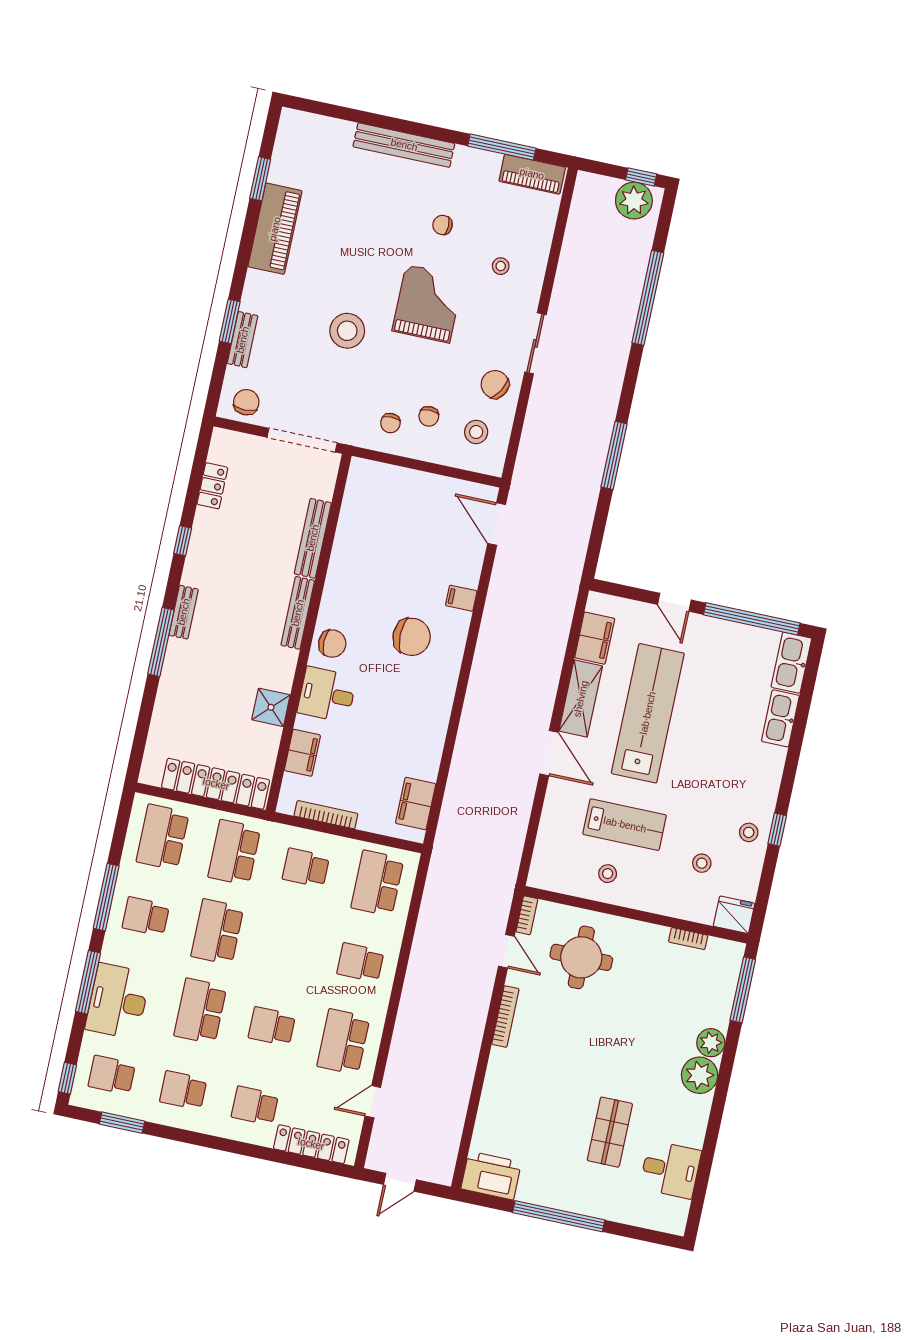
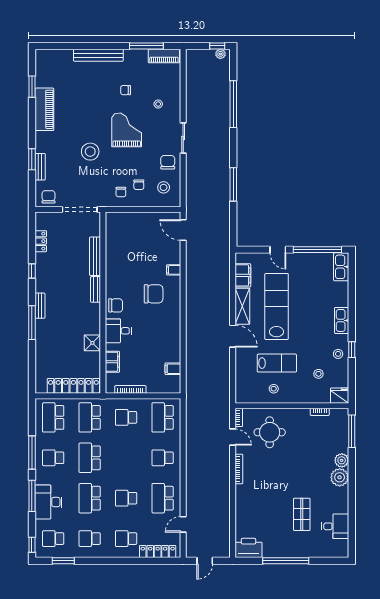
plant: (634, 201) -> (220, 54), width x0.53, depth x0.53
chair: (495, 384) -> (168, 162), turned 59
bench: (298, 613) -> (96, 289), width x0.73
kitchen sink: (780, 718) -> (342, 320), moved
filing cabinet: (416, 803) -> (173, 369), width x0.50

